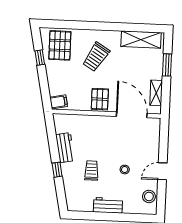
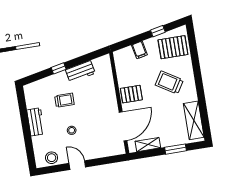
filing cabinet: (59, 102) -> (139, 50), moved

